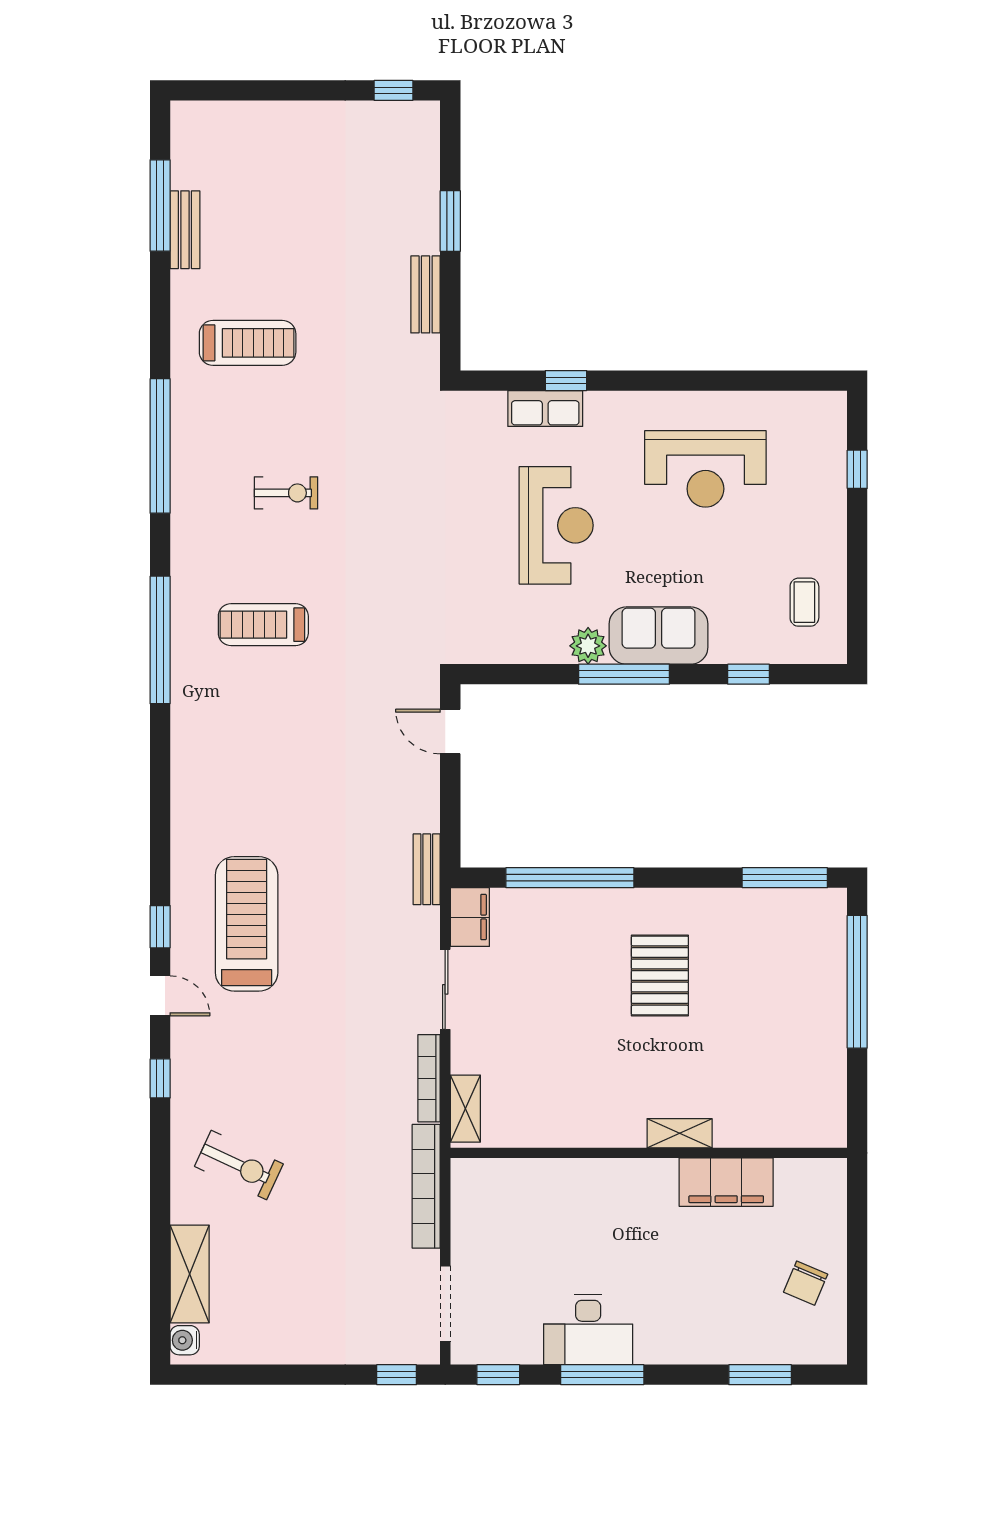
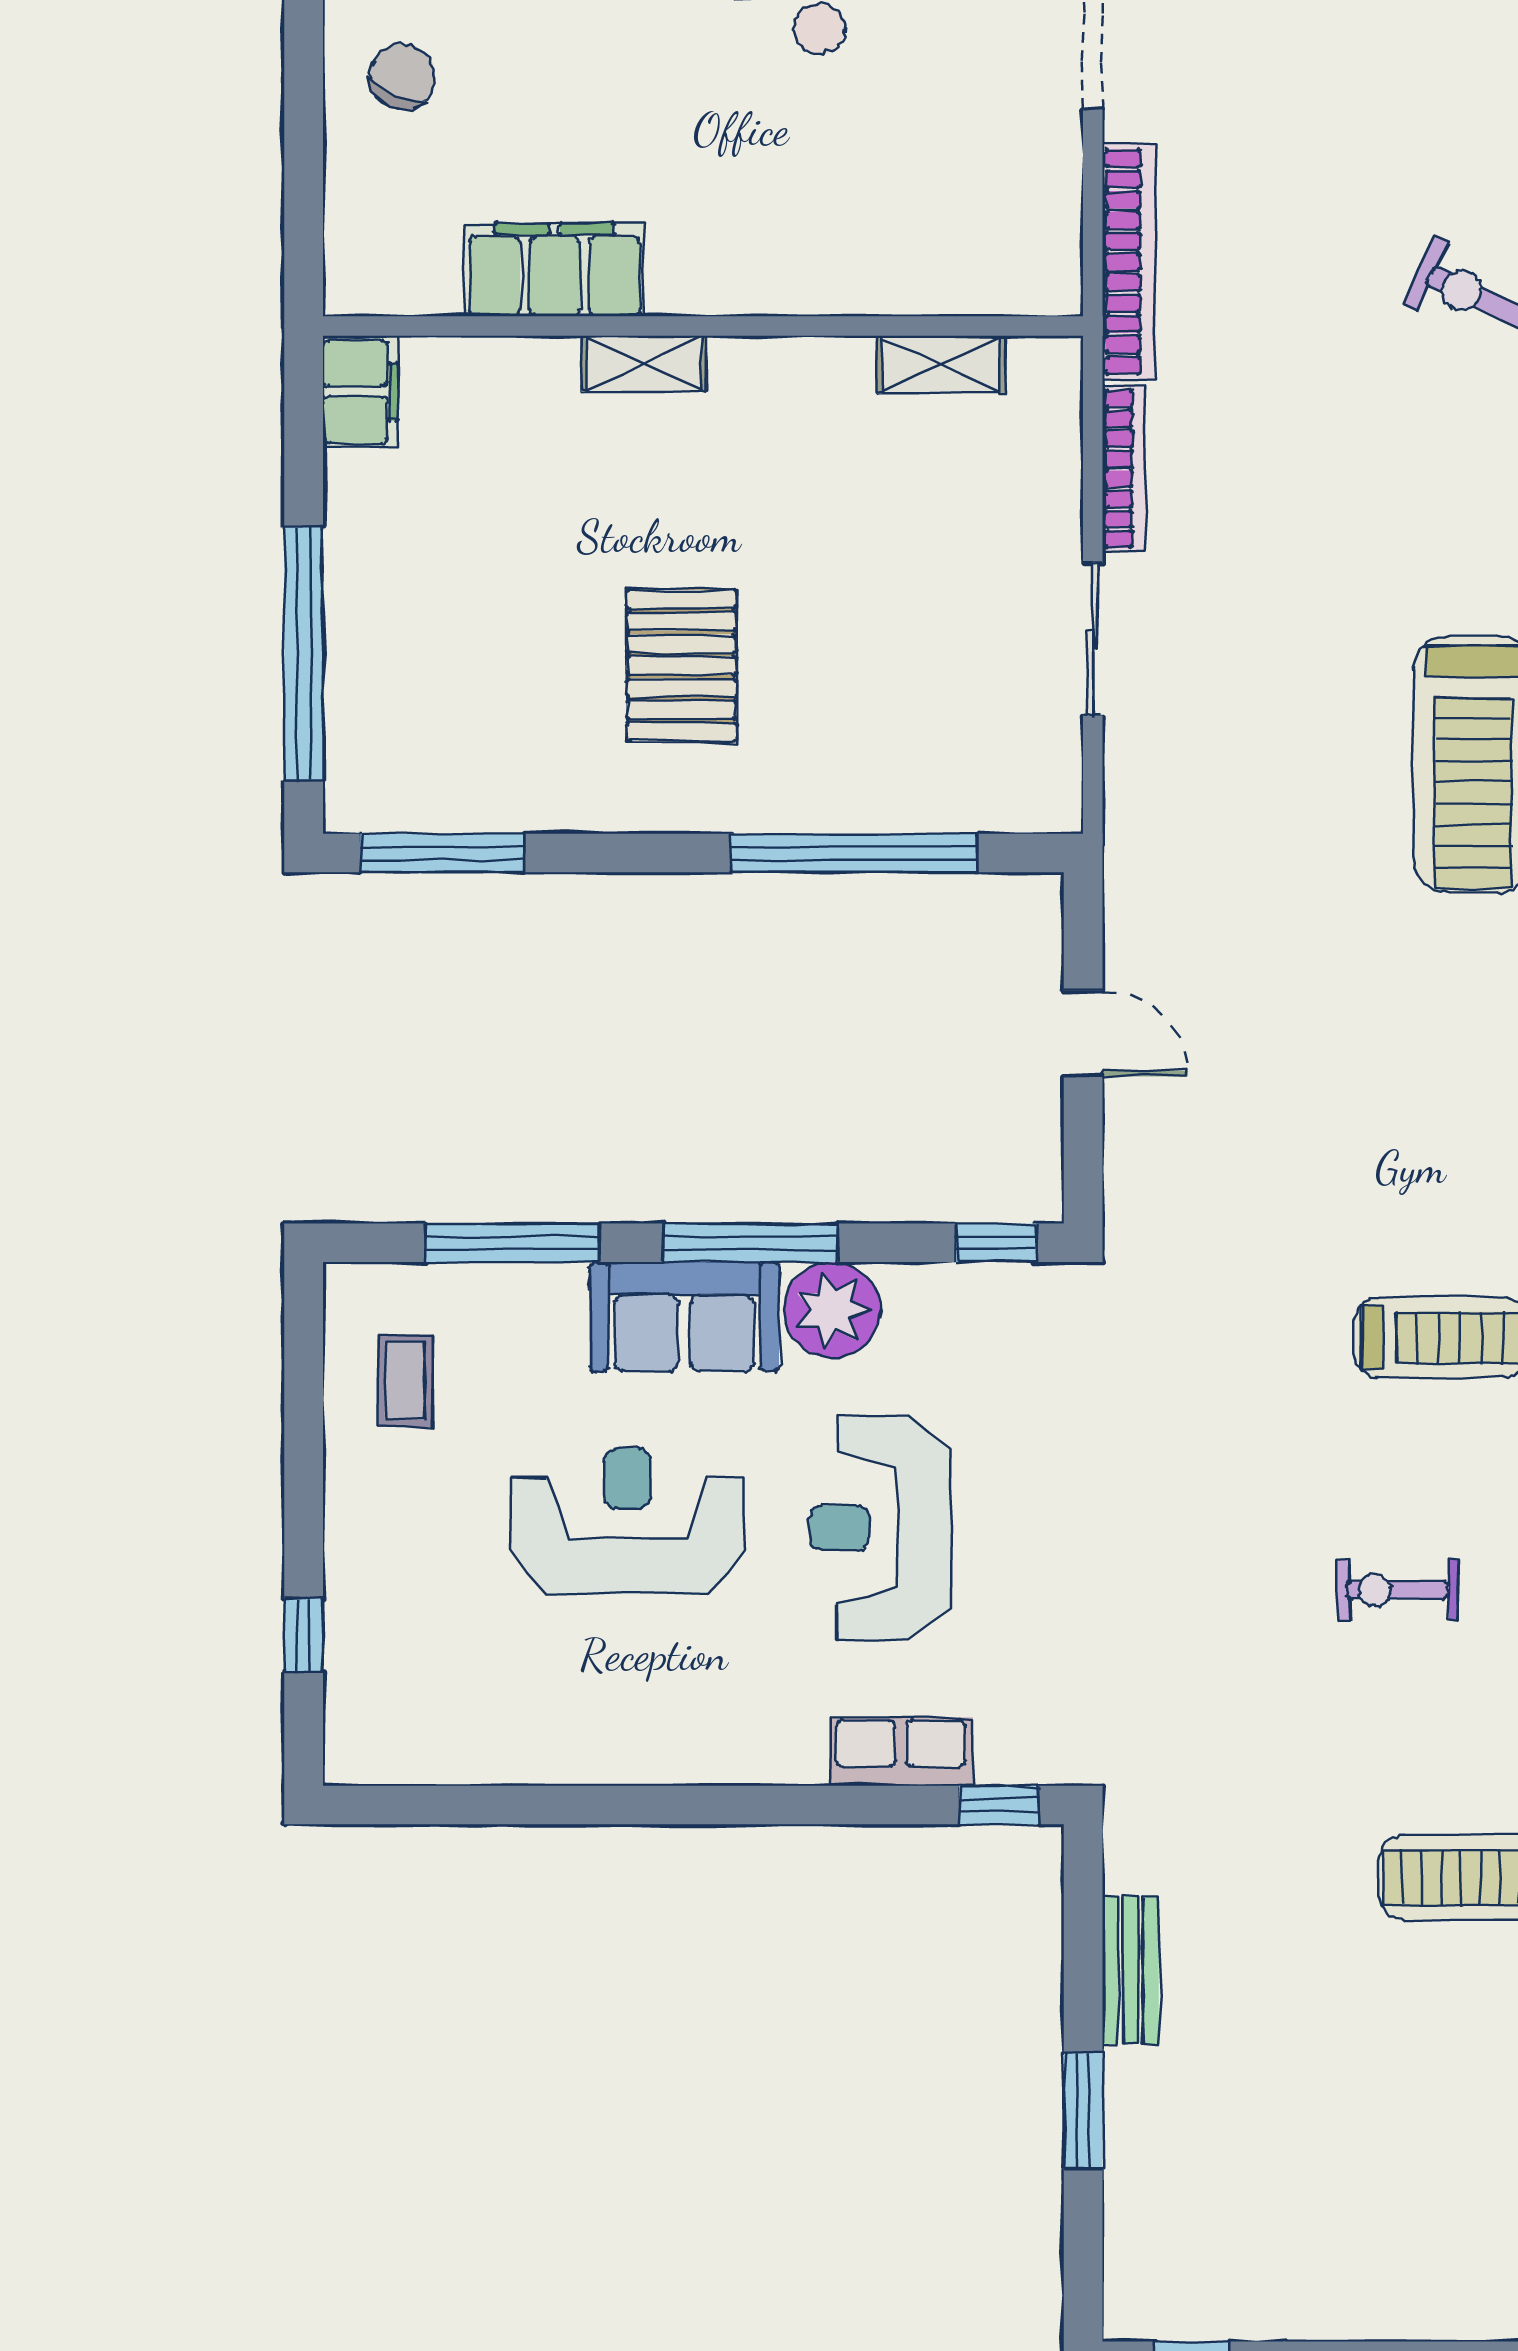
window: (566, 381) -> (999, 1805), moved
reception desk: (705, 469) -> (627, 1521), moved
plant: (588, 646) -> (832, 1310), width x1.36, depth x1.36
window: (496, 674) -> (996, 1243), added
window: (749, 674) -> (512, 1243), width x2.17
door: (450, 732) -> (1083, 1034), moved
bench: (427, 869) -> (1128, 869), removed
filing cabinet: (470, 917) -> (360, 392), moved, turned 180
shelving: (465, 1109) -> (941, 364), moved, turned 90

